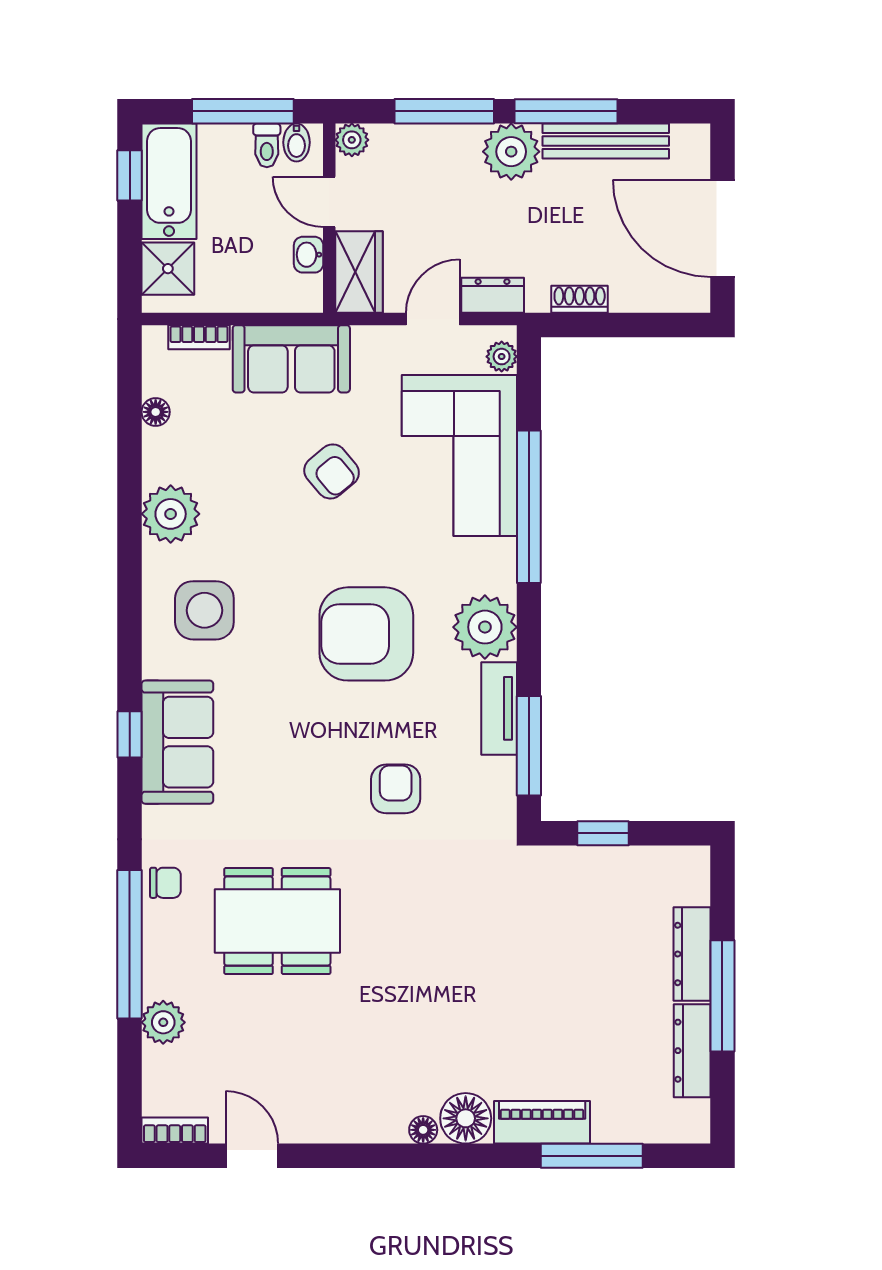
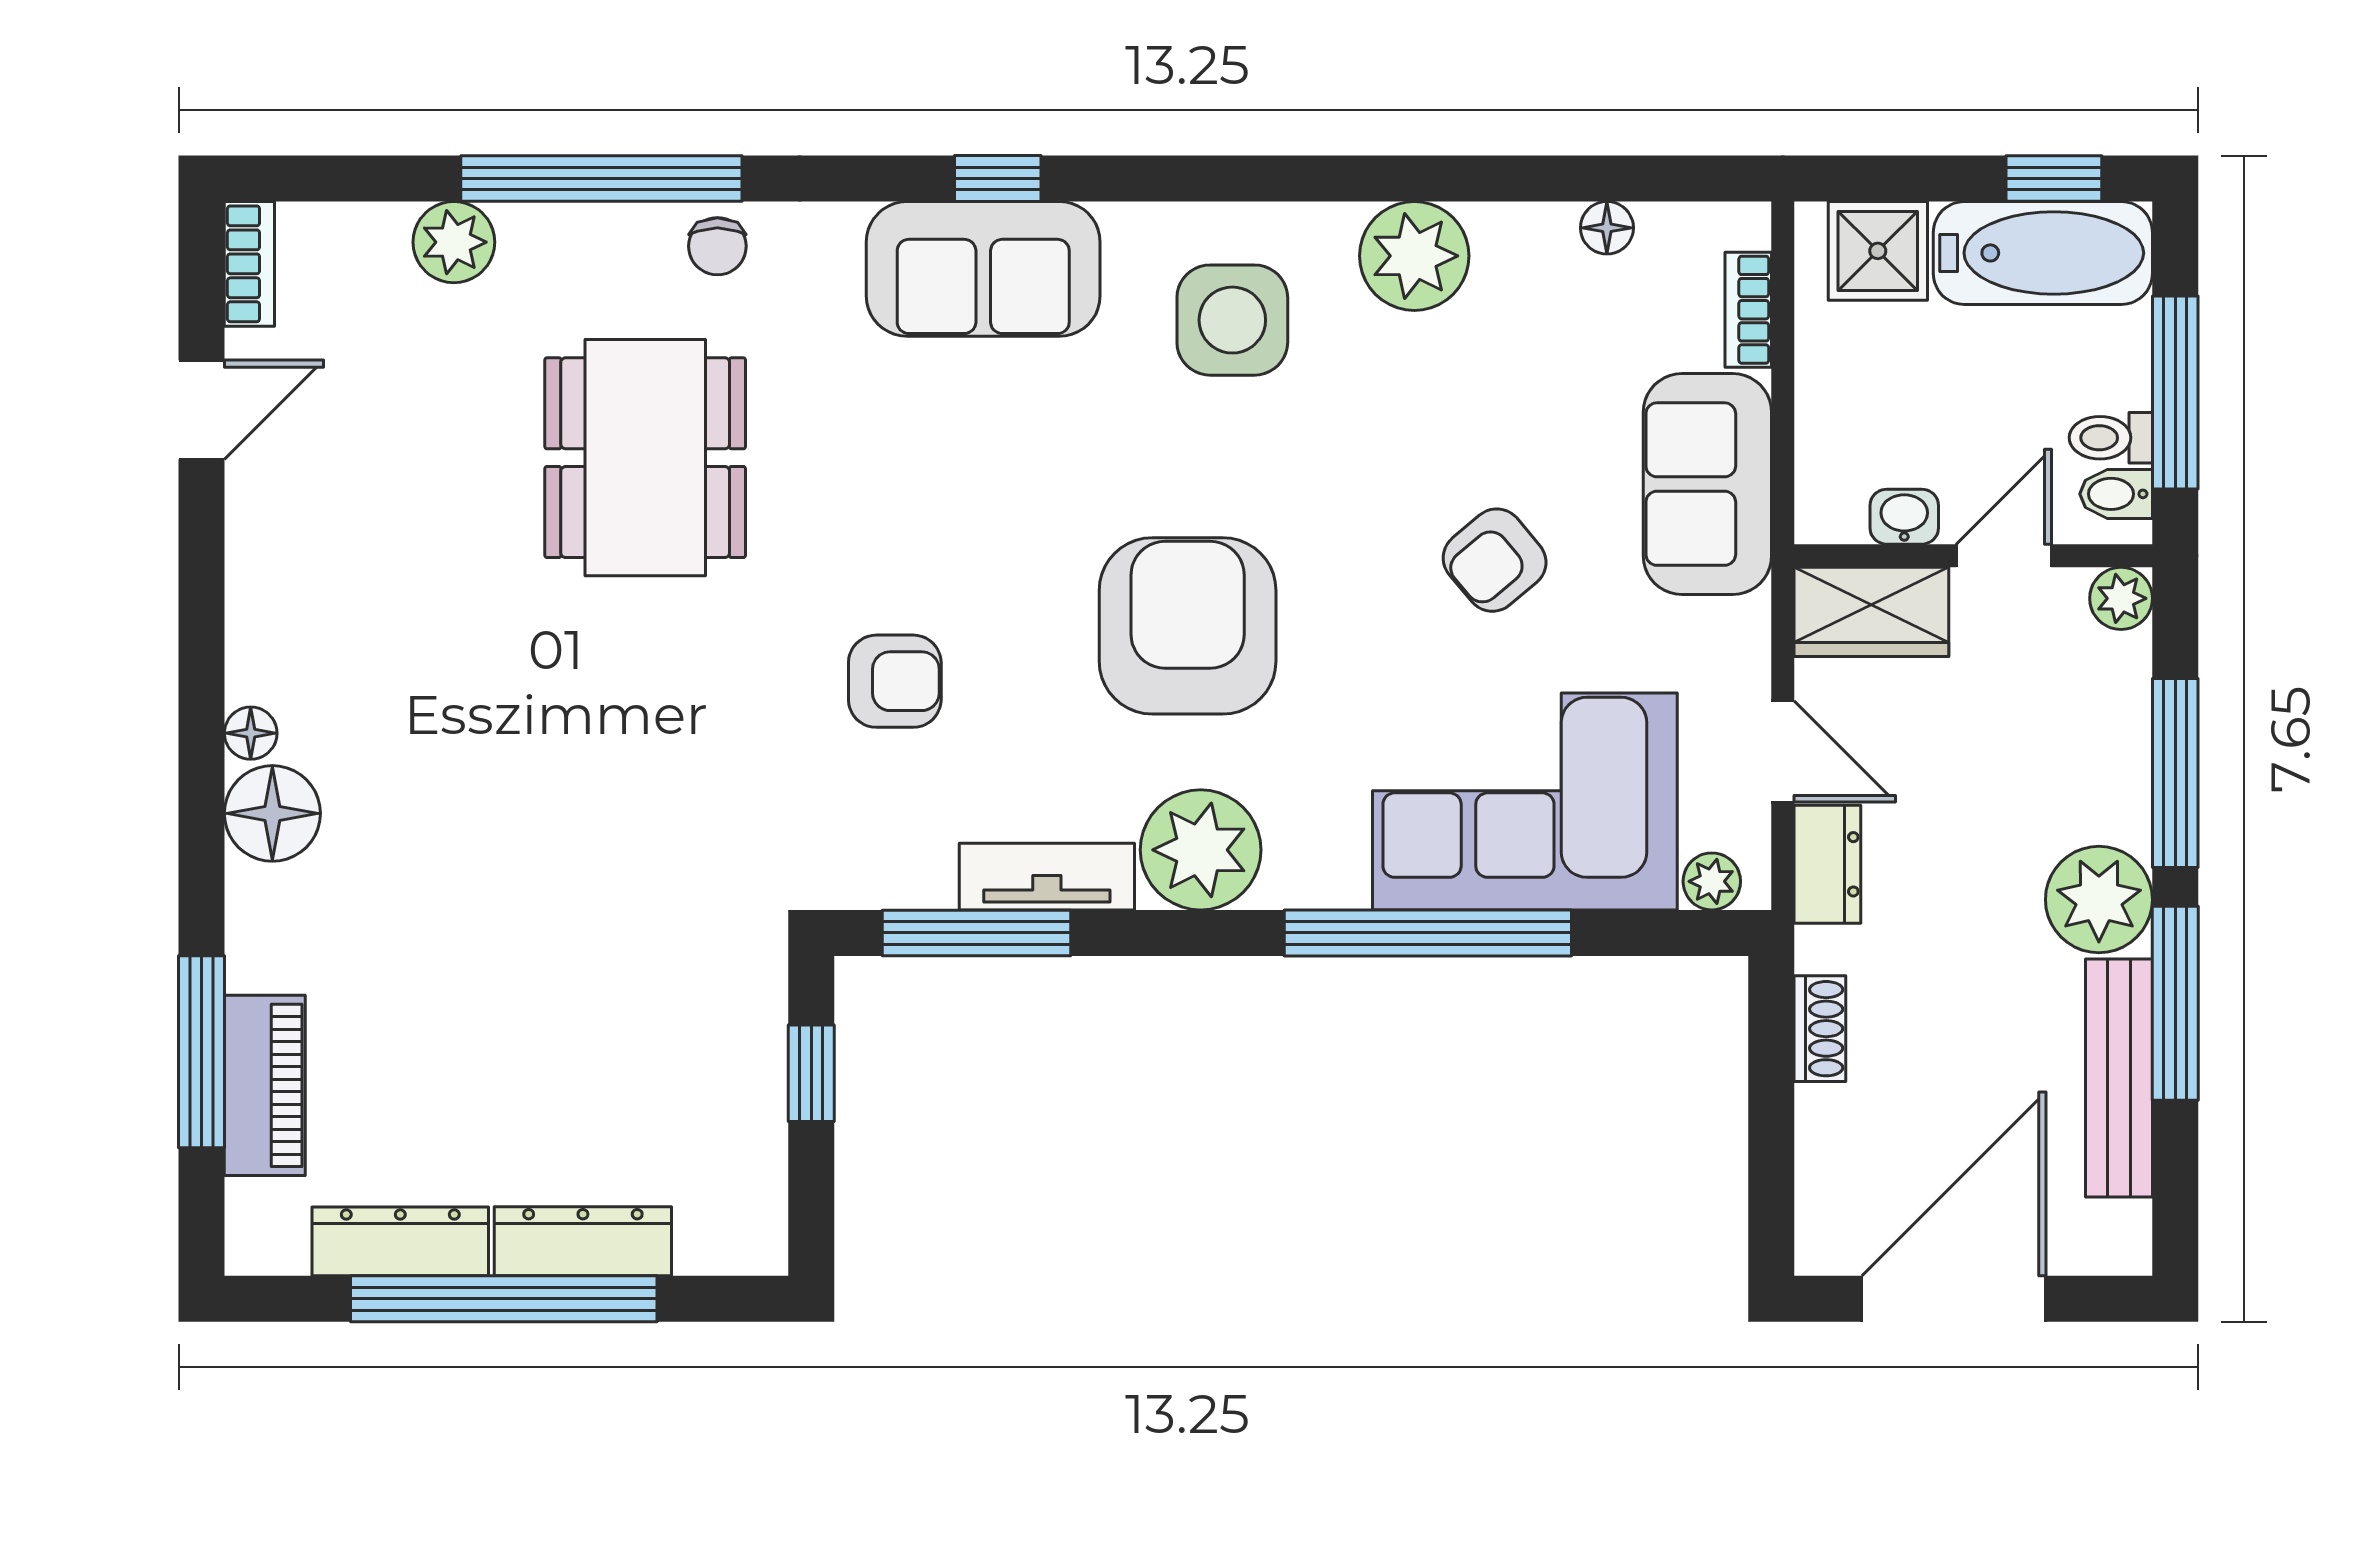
window: (722, 996) -> (504, 1299), width x1.46
piano: (542, 1122) -> (265, 1085), moved

